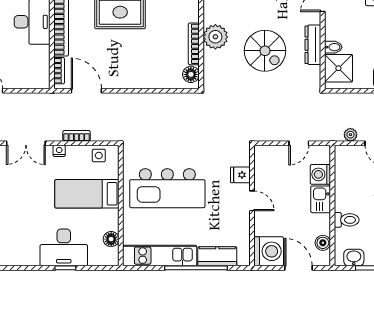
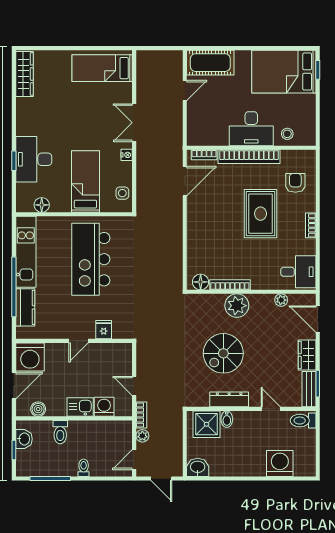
bookcase: (76, 136) -> (141, 415), moved

